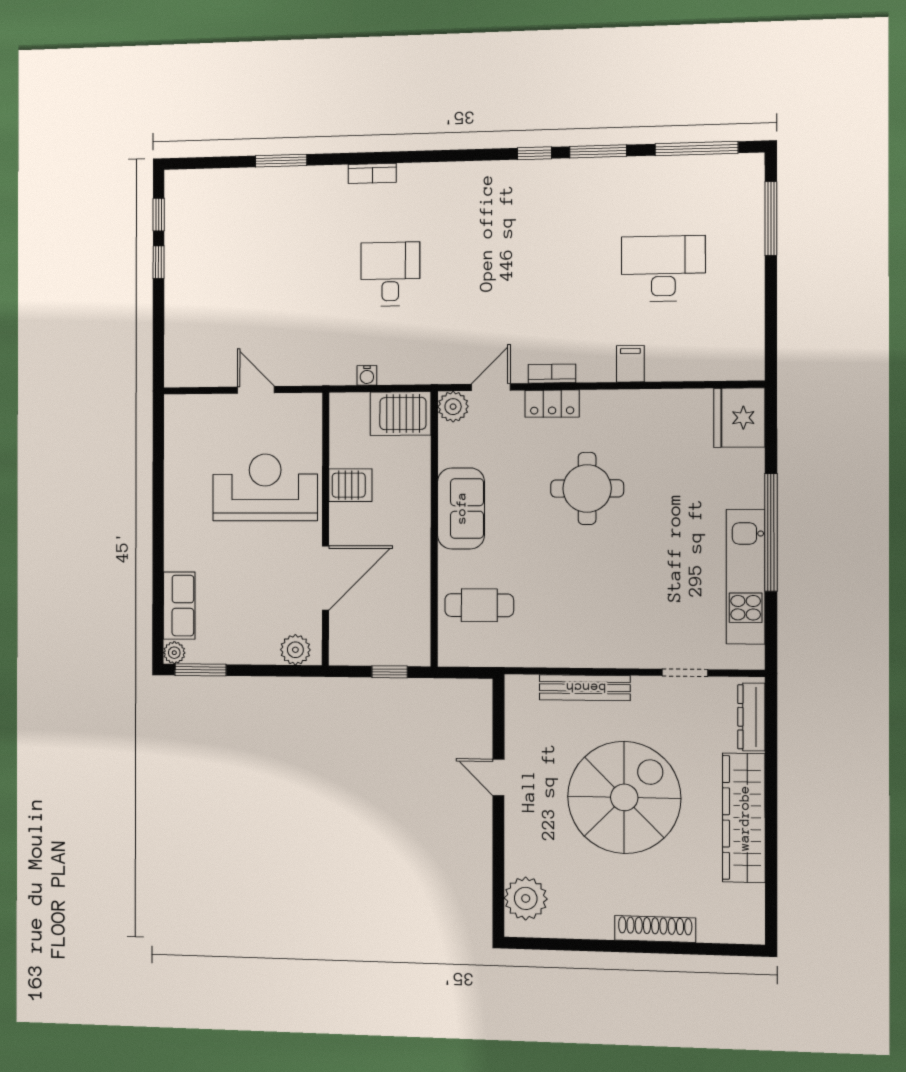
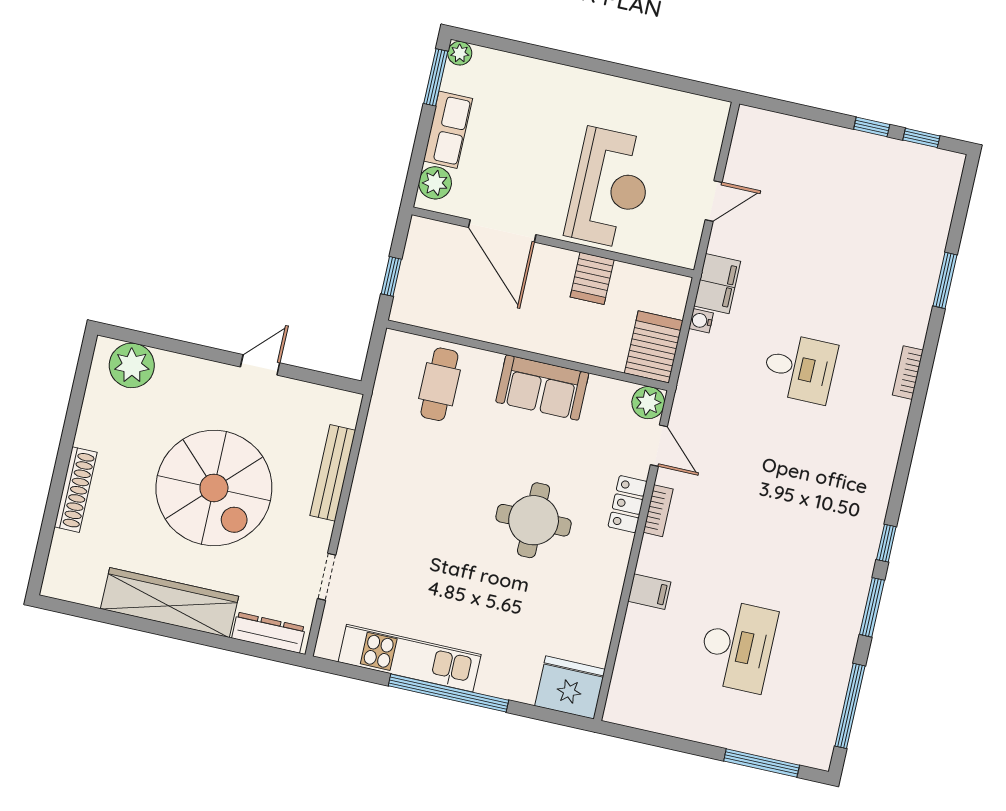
filing cabinet: (330, 369) -> (717, 284), added
row of seats: (179, 606) -> (448, 130), moved, turned -90

